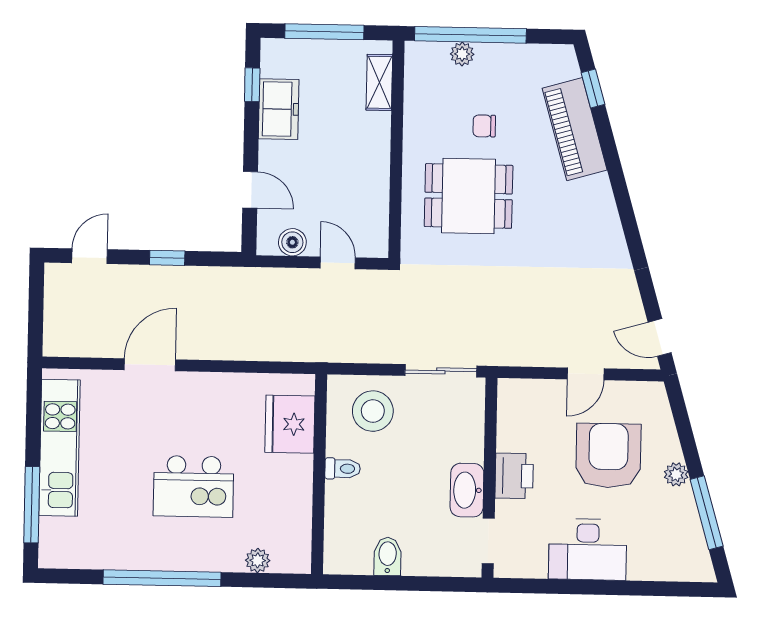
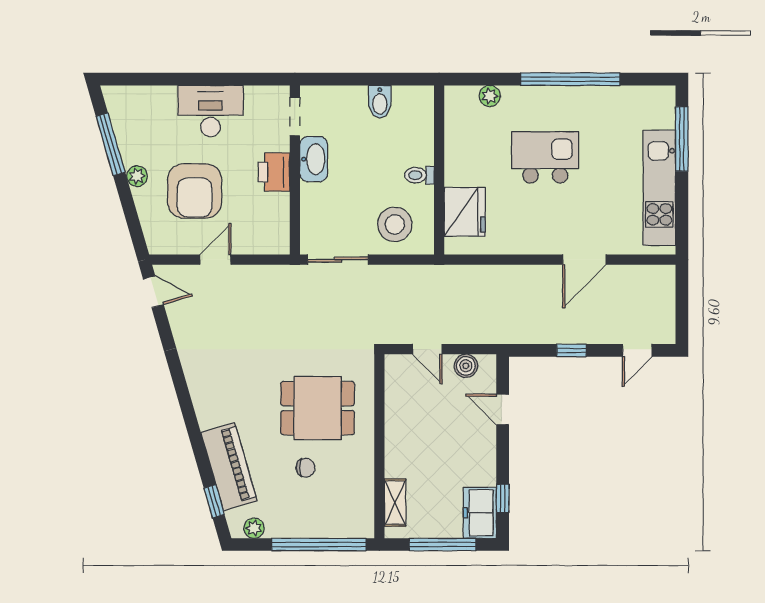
plant: (462, 54) -> (254, 528), moved
freezer: (279, 109) -> (480, 513), moved

